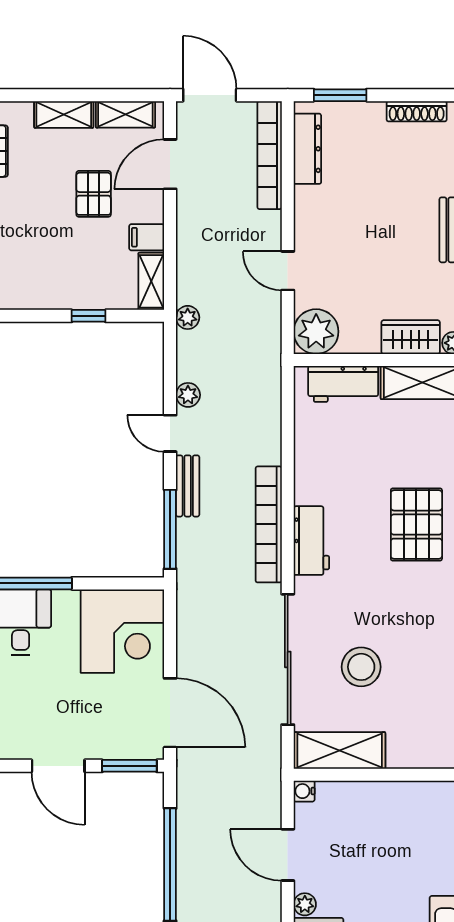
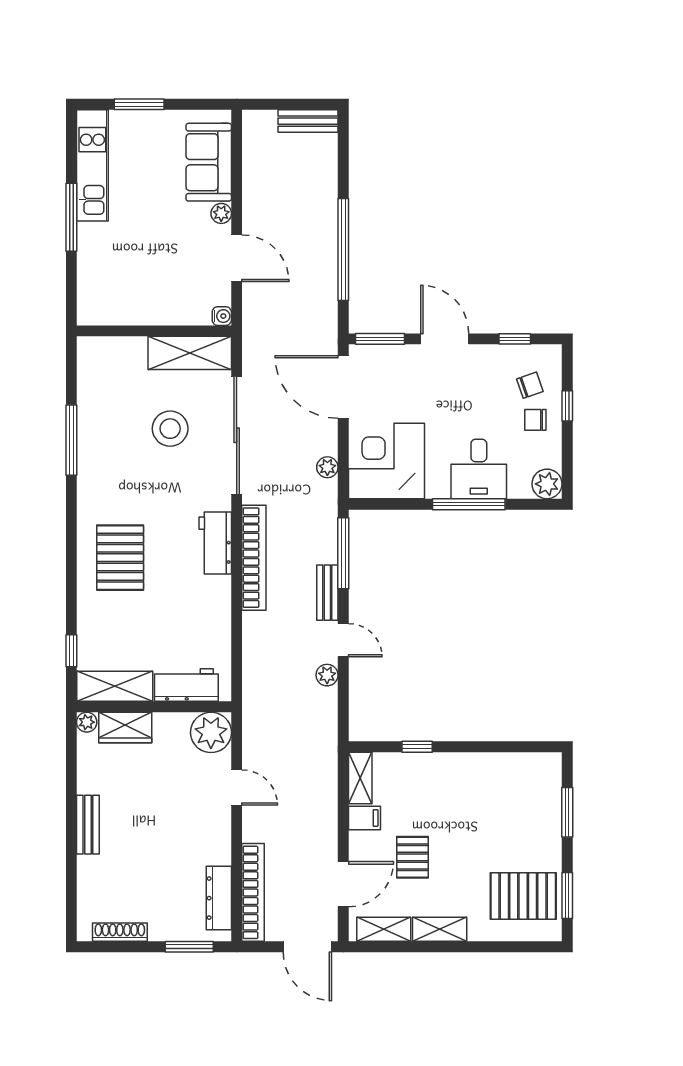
plant: (188, 317) -> (327, 467), moved

